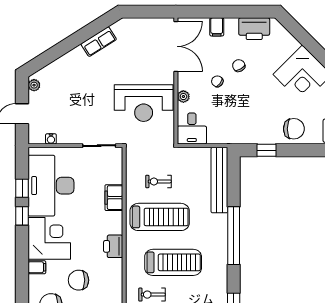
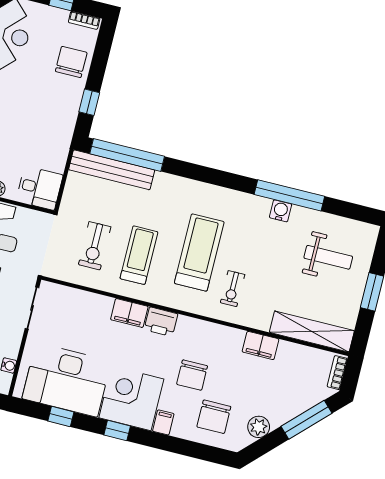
exercise bike: (158, 181) -> (95, 246), width x1.38, depth x1.39
filing cabinet: (114, 198) -> (129, 313), moved
window: (22, 216) -> (117, 431), moved
treadmill: (160, 217) -> (139, 255), width x0.73, depth x0.73
window: (234, 236) -> (127, 155), moved

